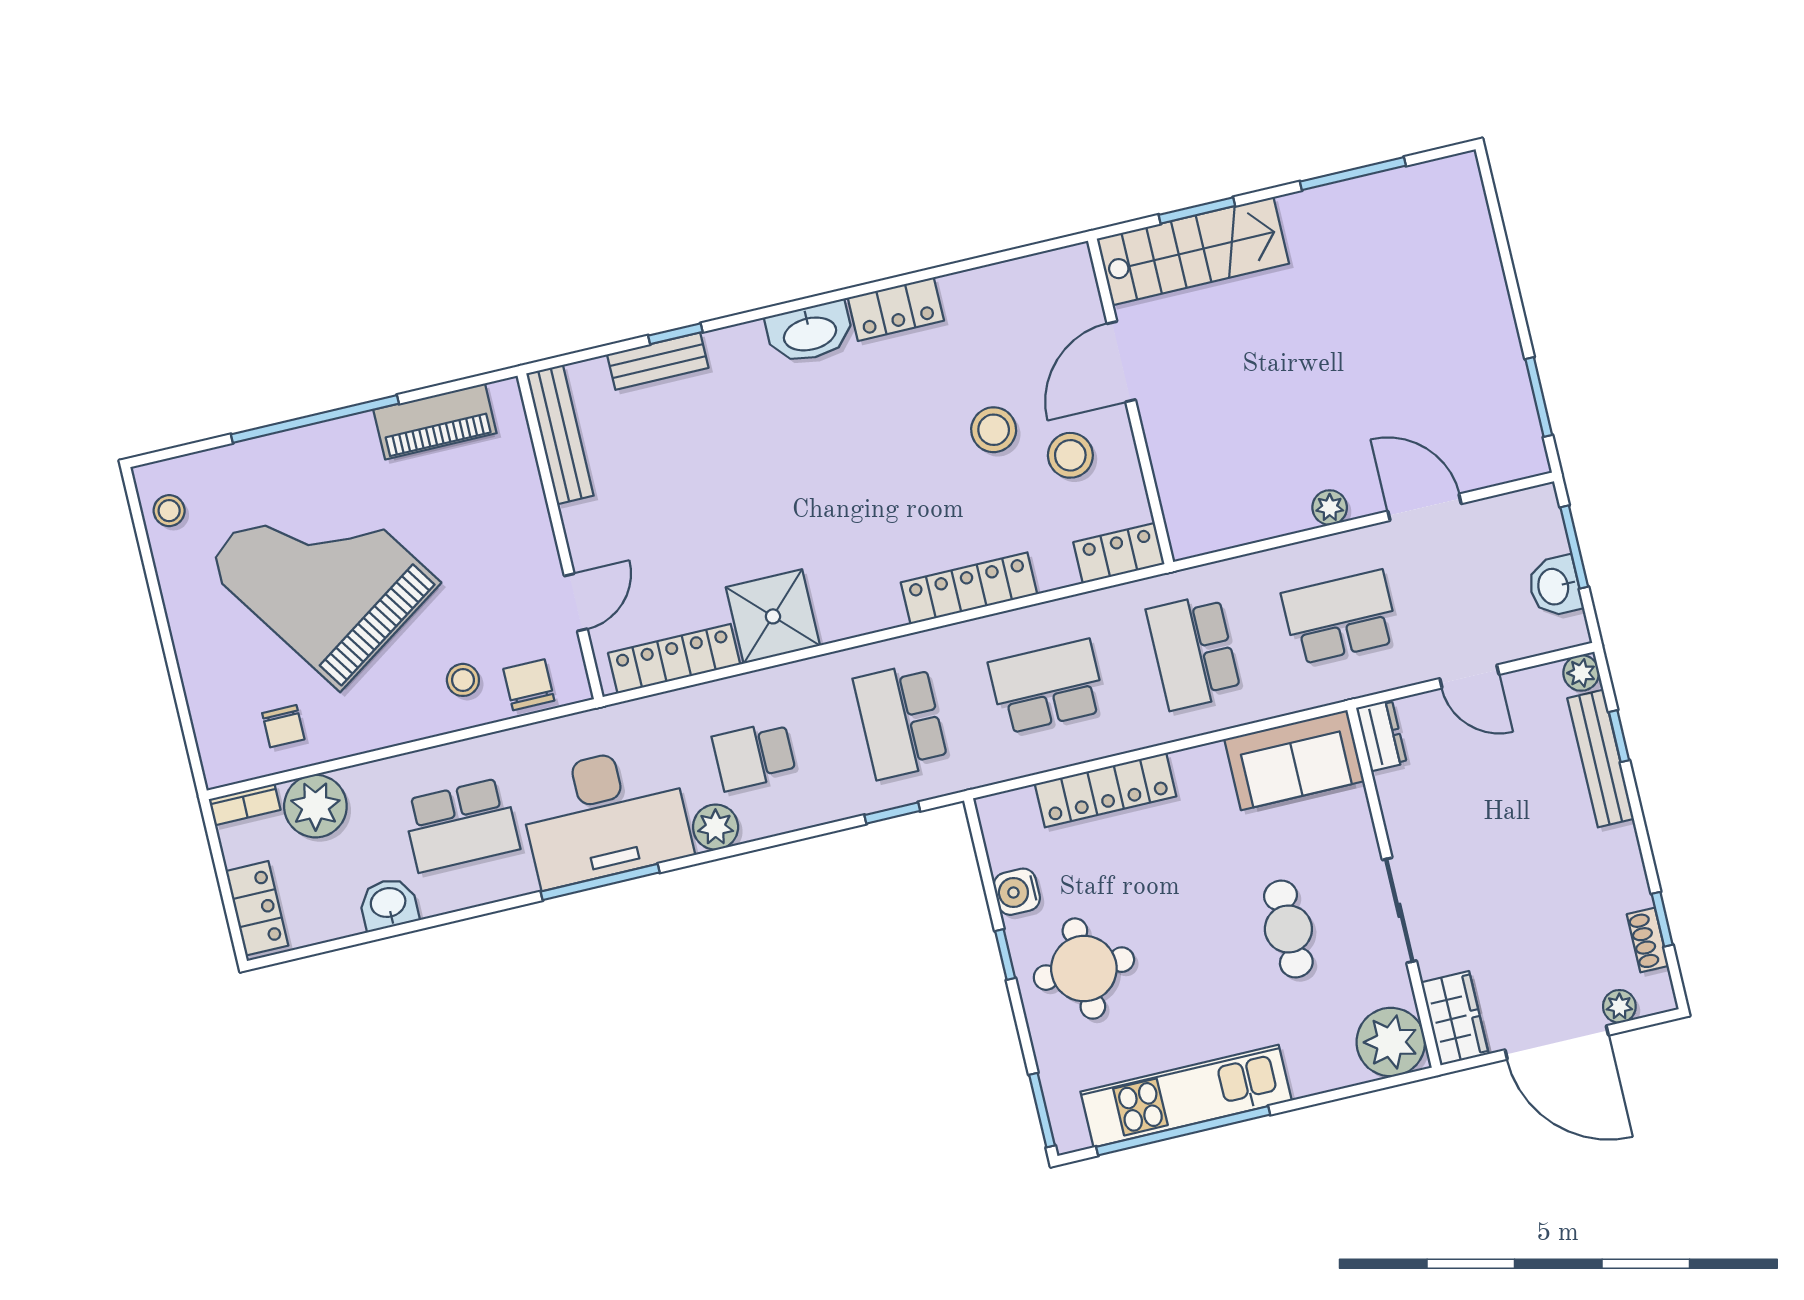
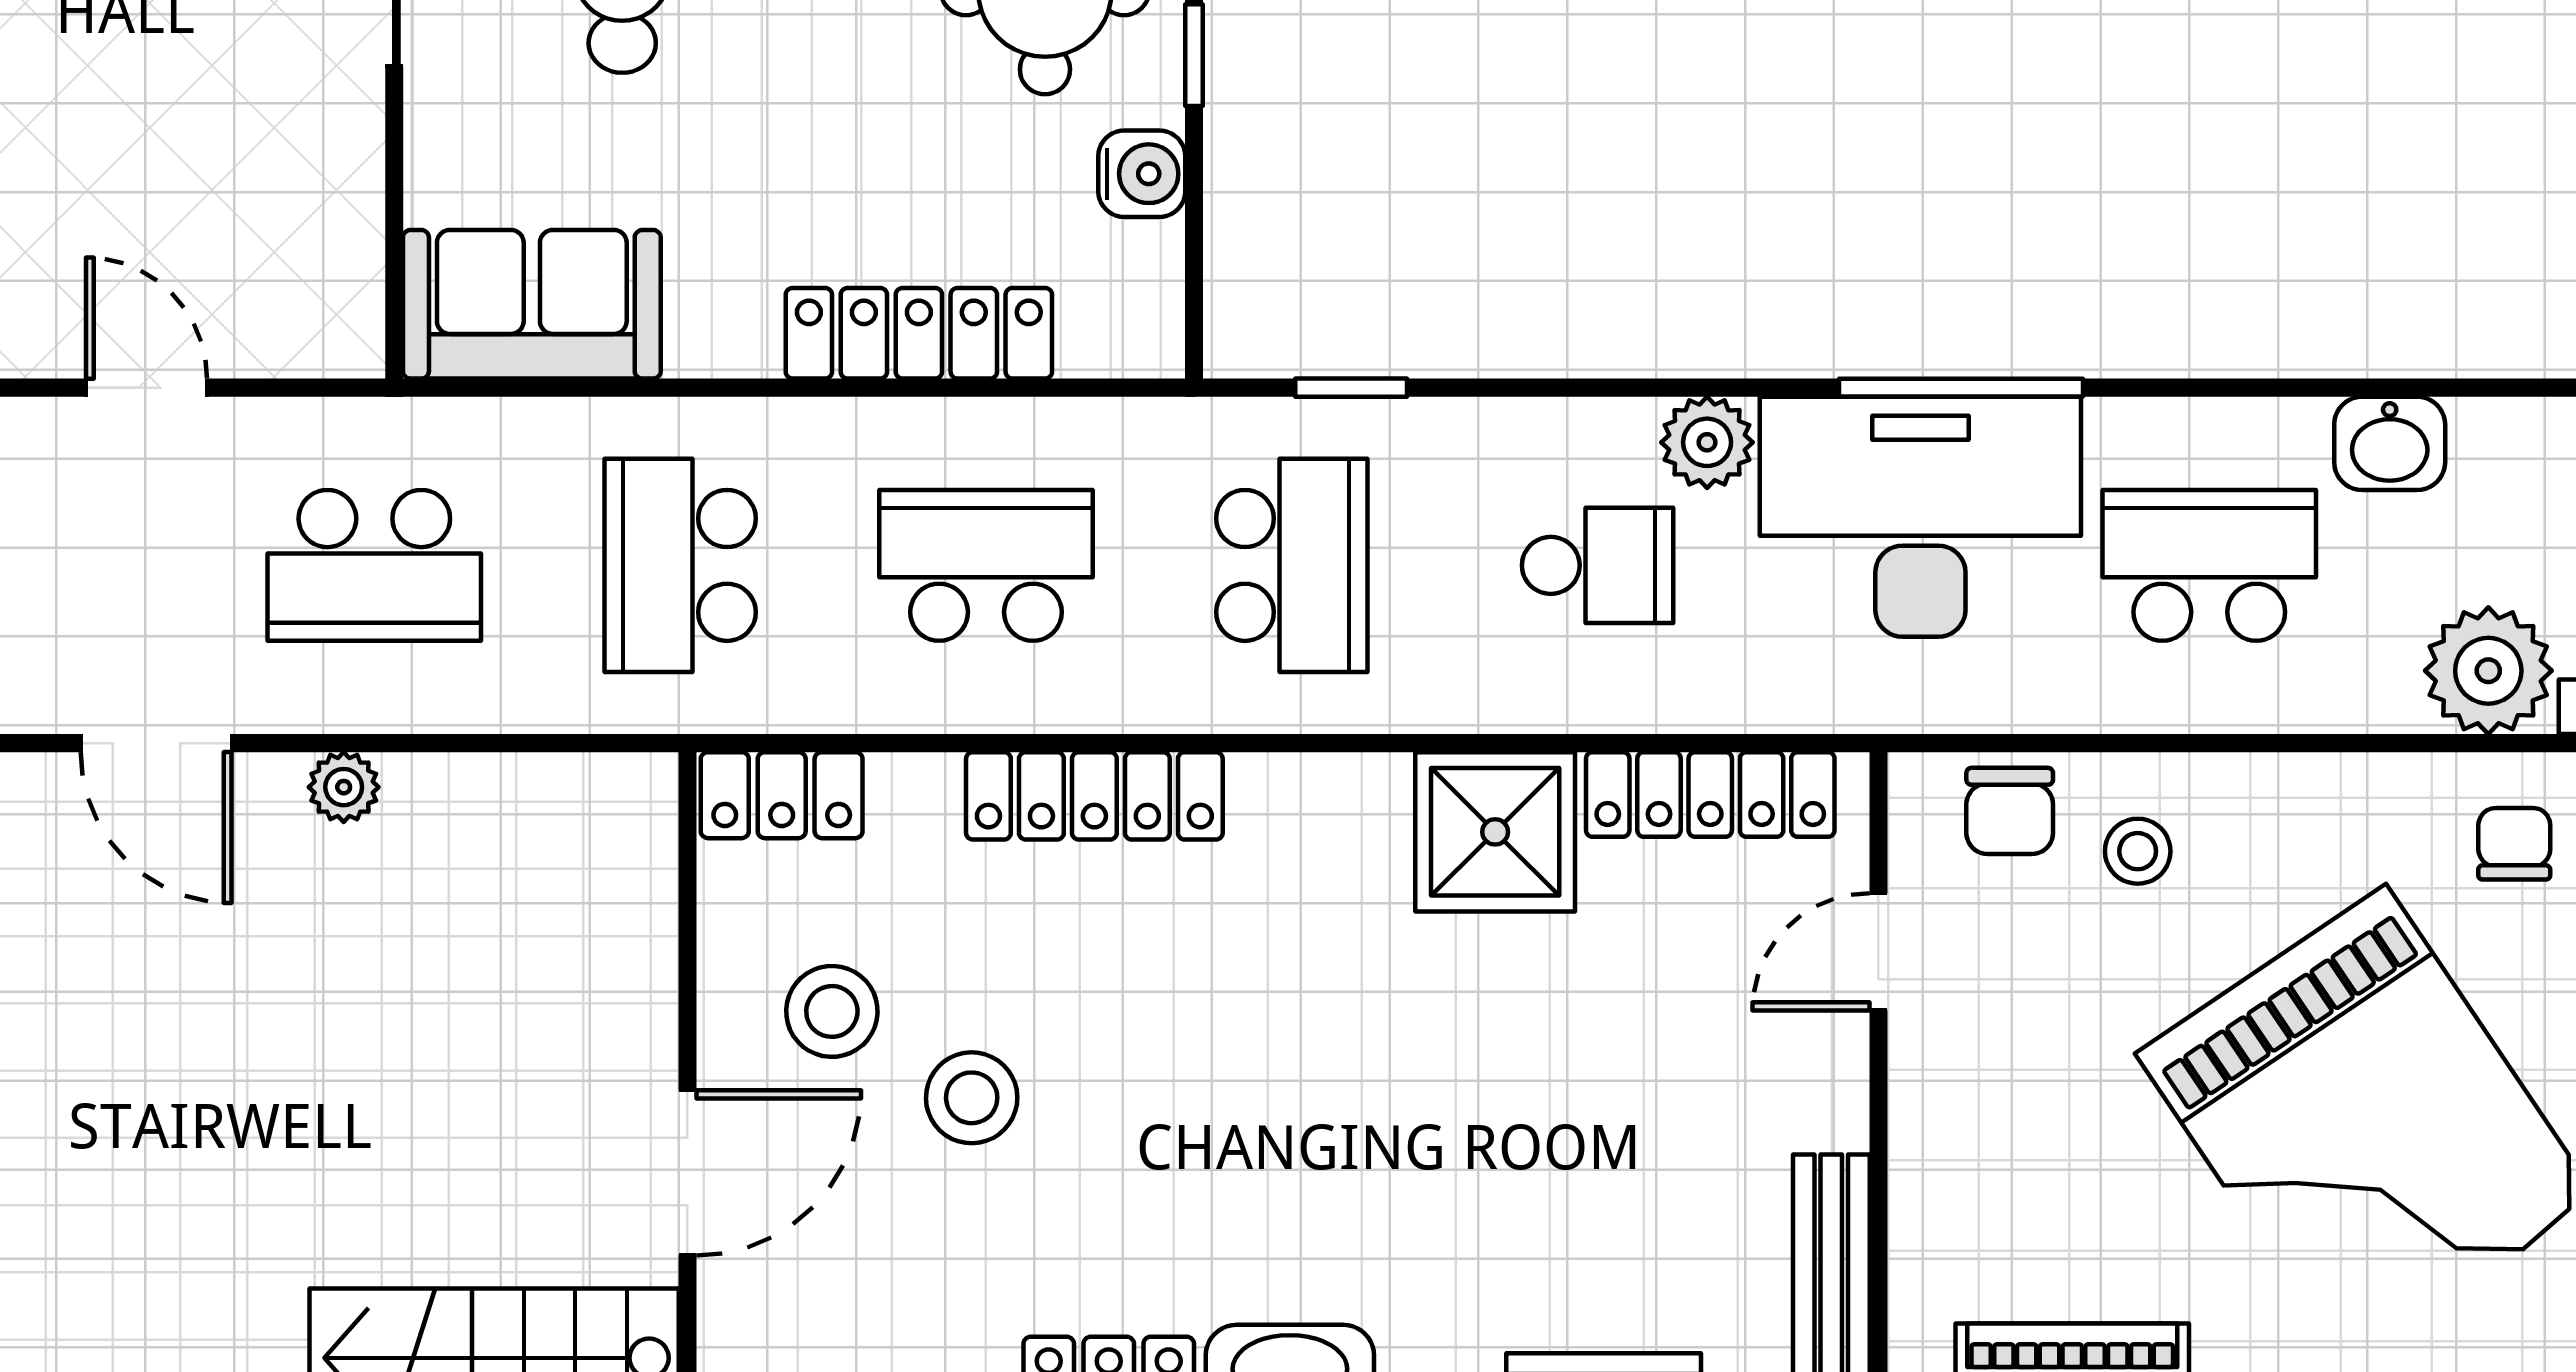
school desk: (1194, 652) -> (680, 565), turned 180
school desk: (1047, 686) -> (986, 565), turned 180
dresser: (1381, 735) -> (348, 312), removed

